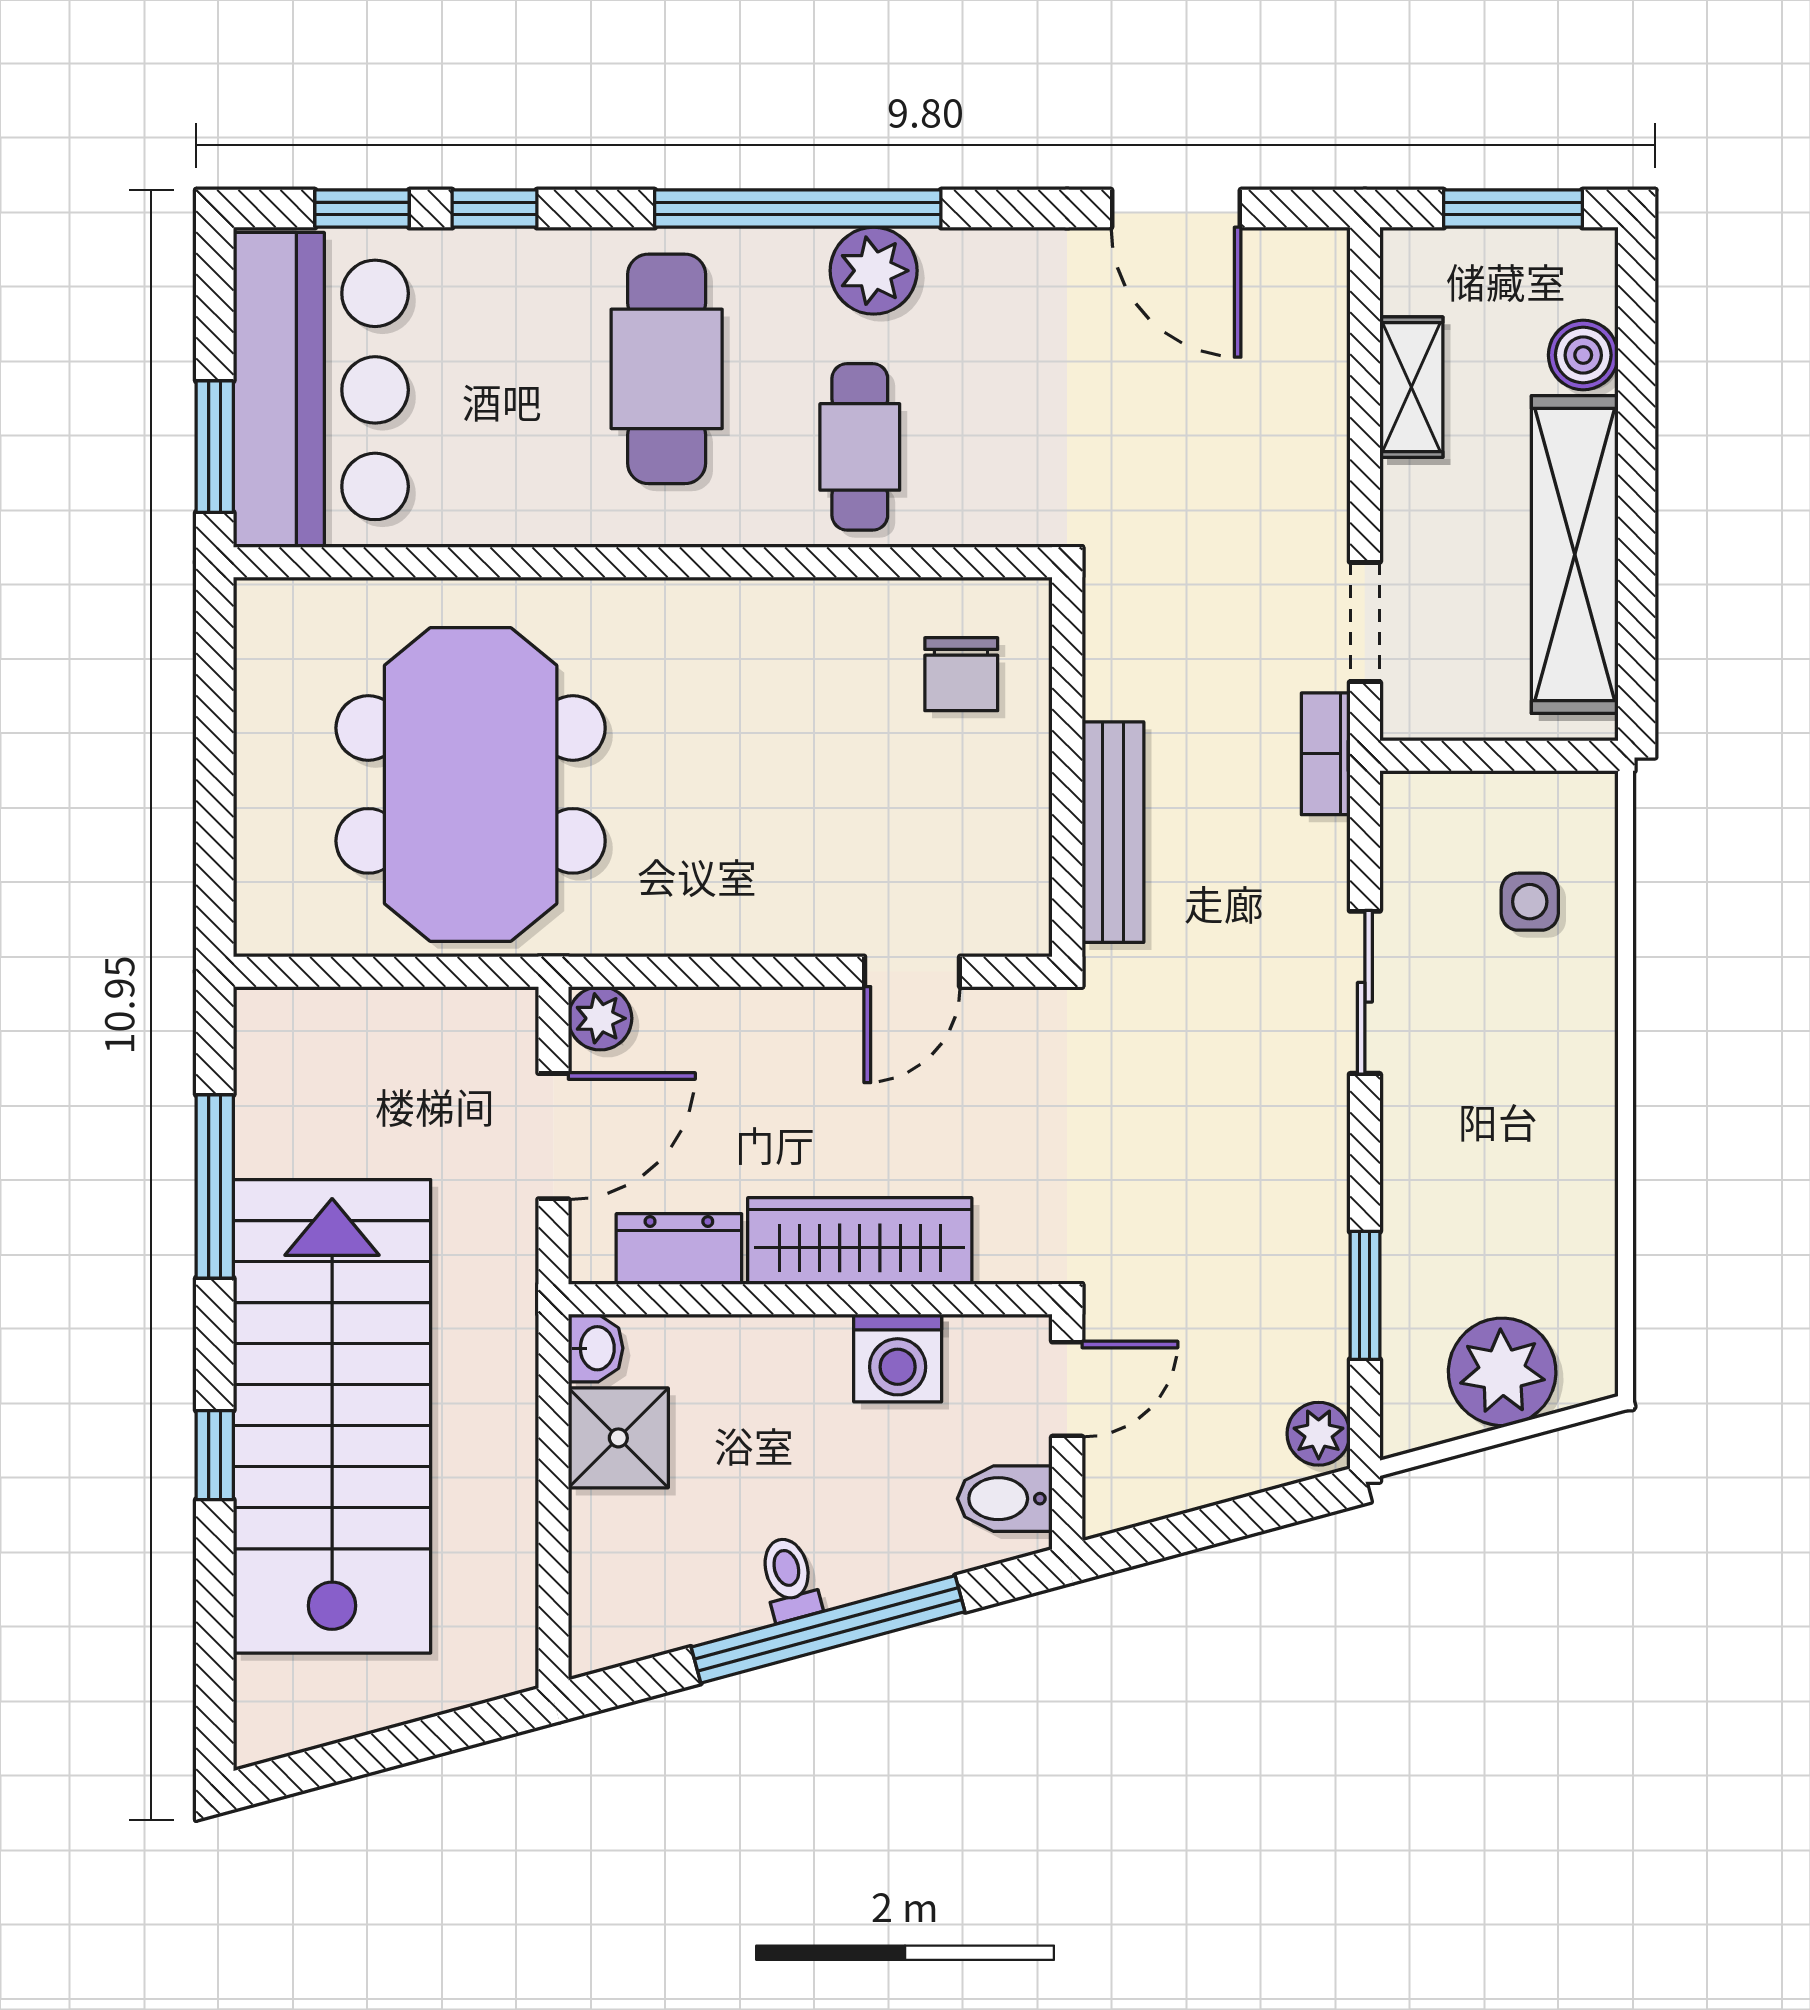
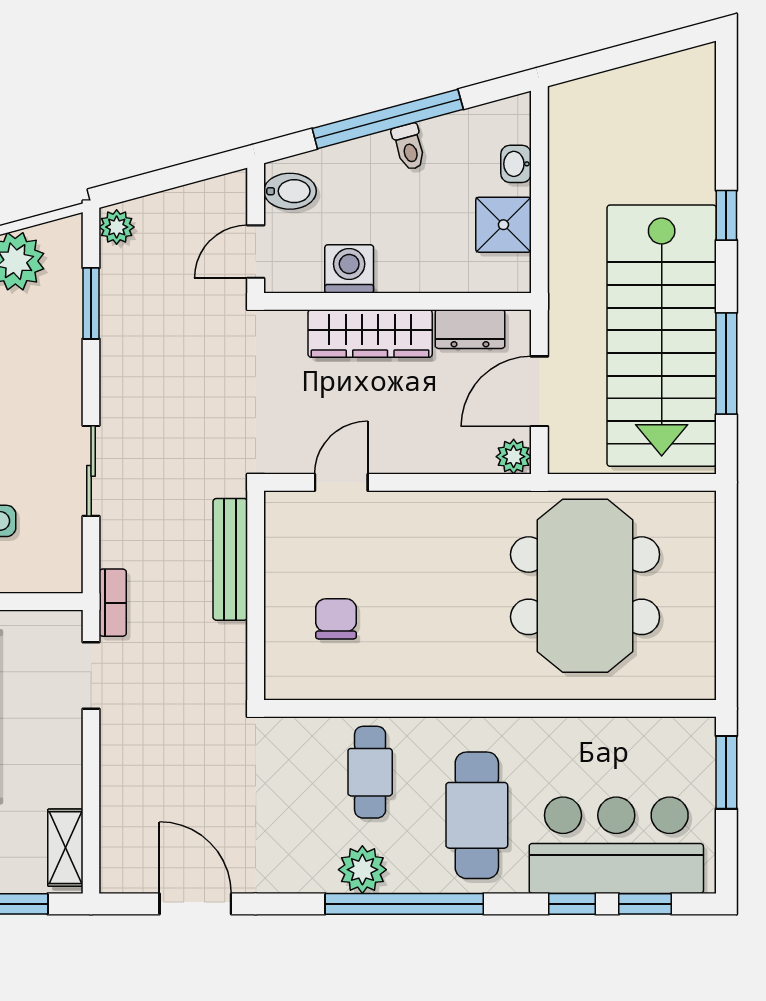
shelving: (1411, 387) -> (65, 848), moved
bar counter: (321, 390) -> (616, 845), moved, turned 90
chair: (961, 674) -> (336, 619), moved
washbasin: (596, 1348) -> (516, 164), moved
stairs: (332, 1416) -> (662, 336), moved

